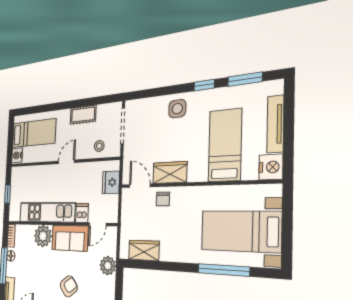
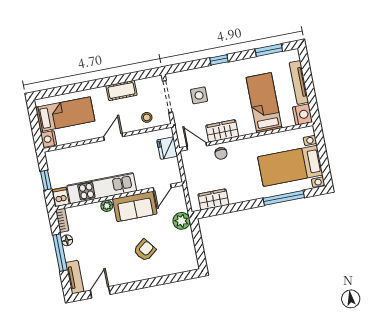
window: (204, 85) -> (219, 60), moved
side table: (177, 109) -> (199, 95), moved
dishwasher: (82, 213) -> (61, 197), moved
plant: (43, 236) -> (107, 206), width x0.53, depth x0.53

